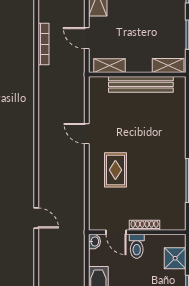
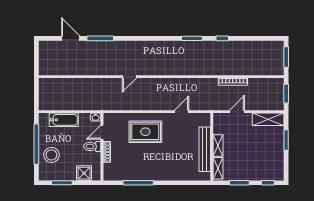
shelving: (110, 66) -> (218, 146), moved
door: (87, 134) -> (181, 112), moved
rug: (115, 170) -> (145, 132), width x1.36, depth x1.43
door: (36, 218) -> (129, 77), moved

